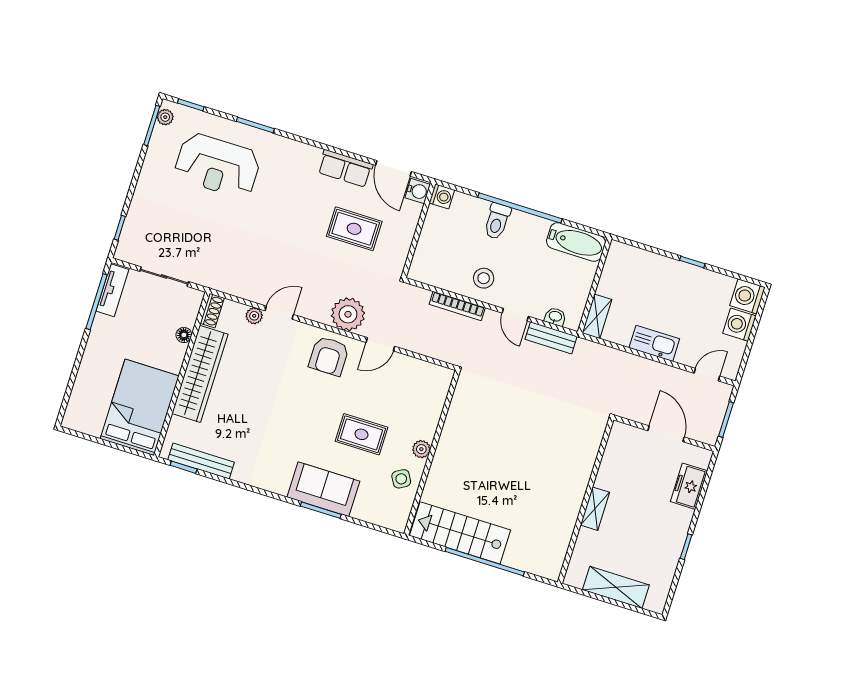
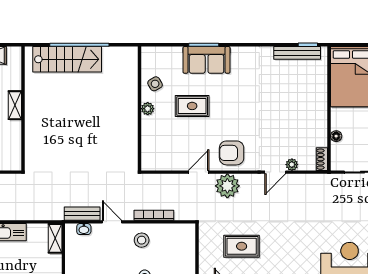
armchair: (329, 356) -> (232, 153), turned -90
wardrobe: (200, 374) -> (317, 113), removed
stairs: (460, 533) -> (67, 59), moved

